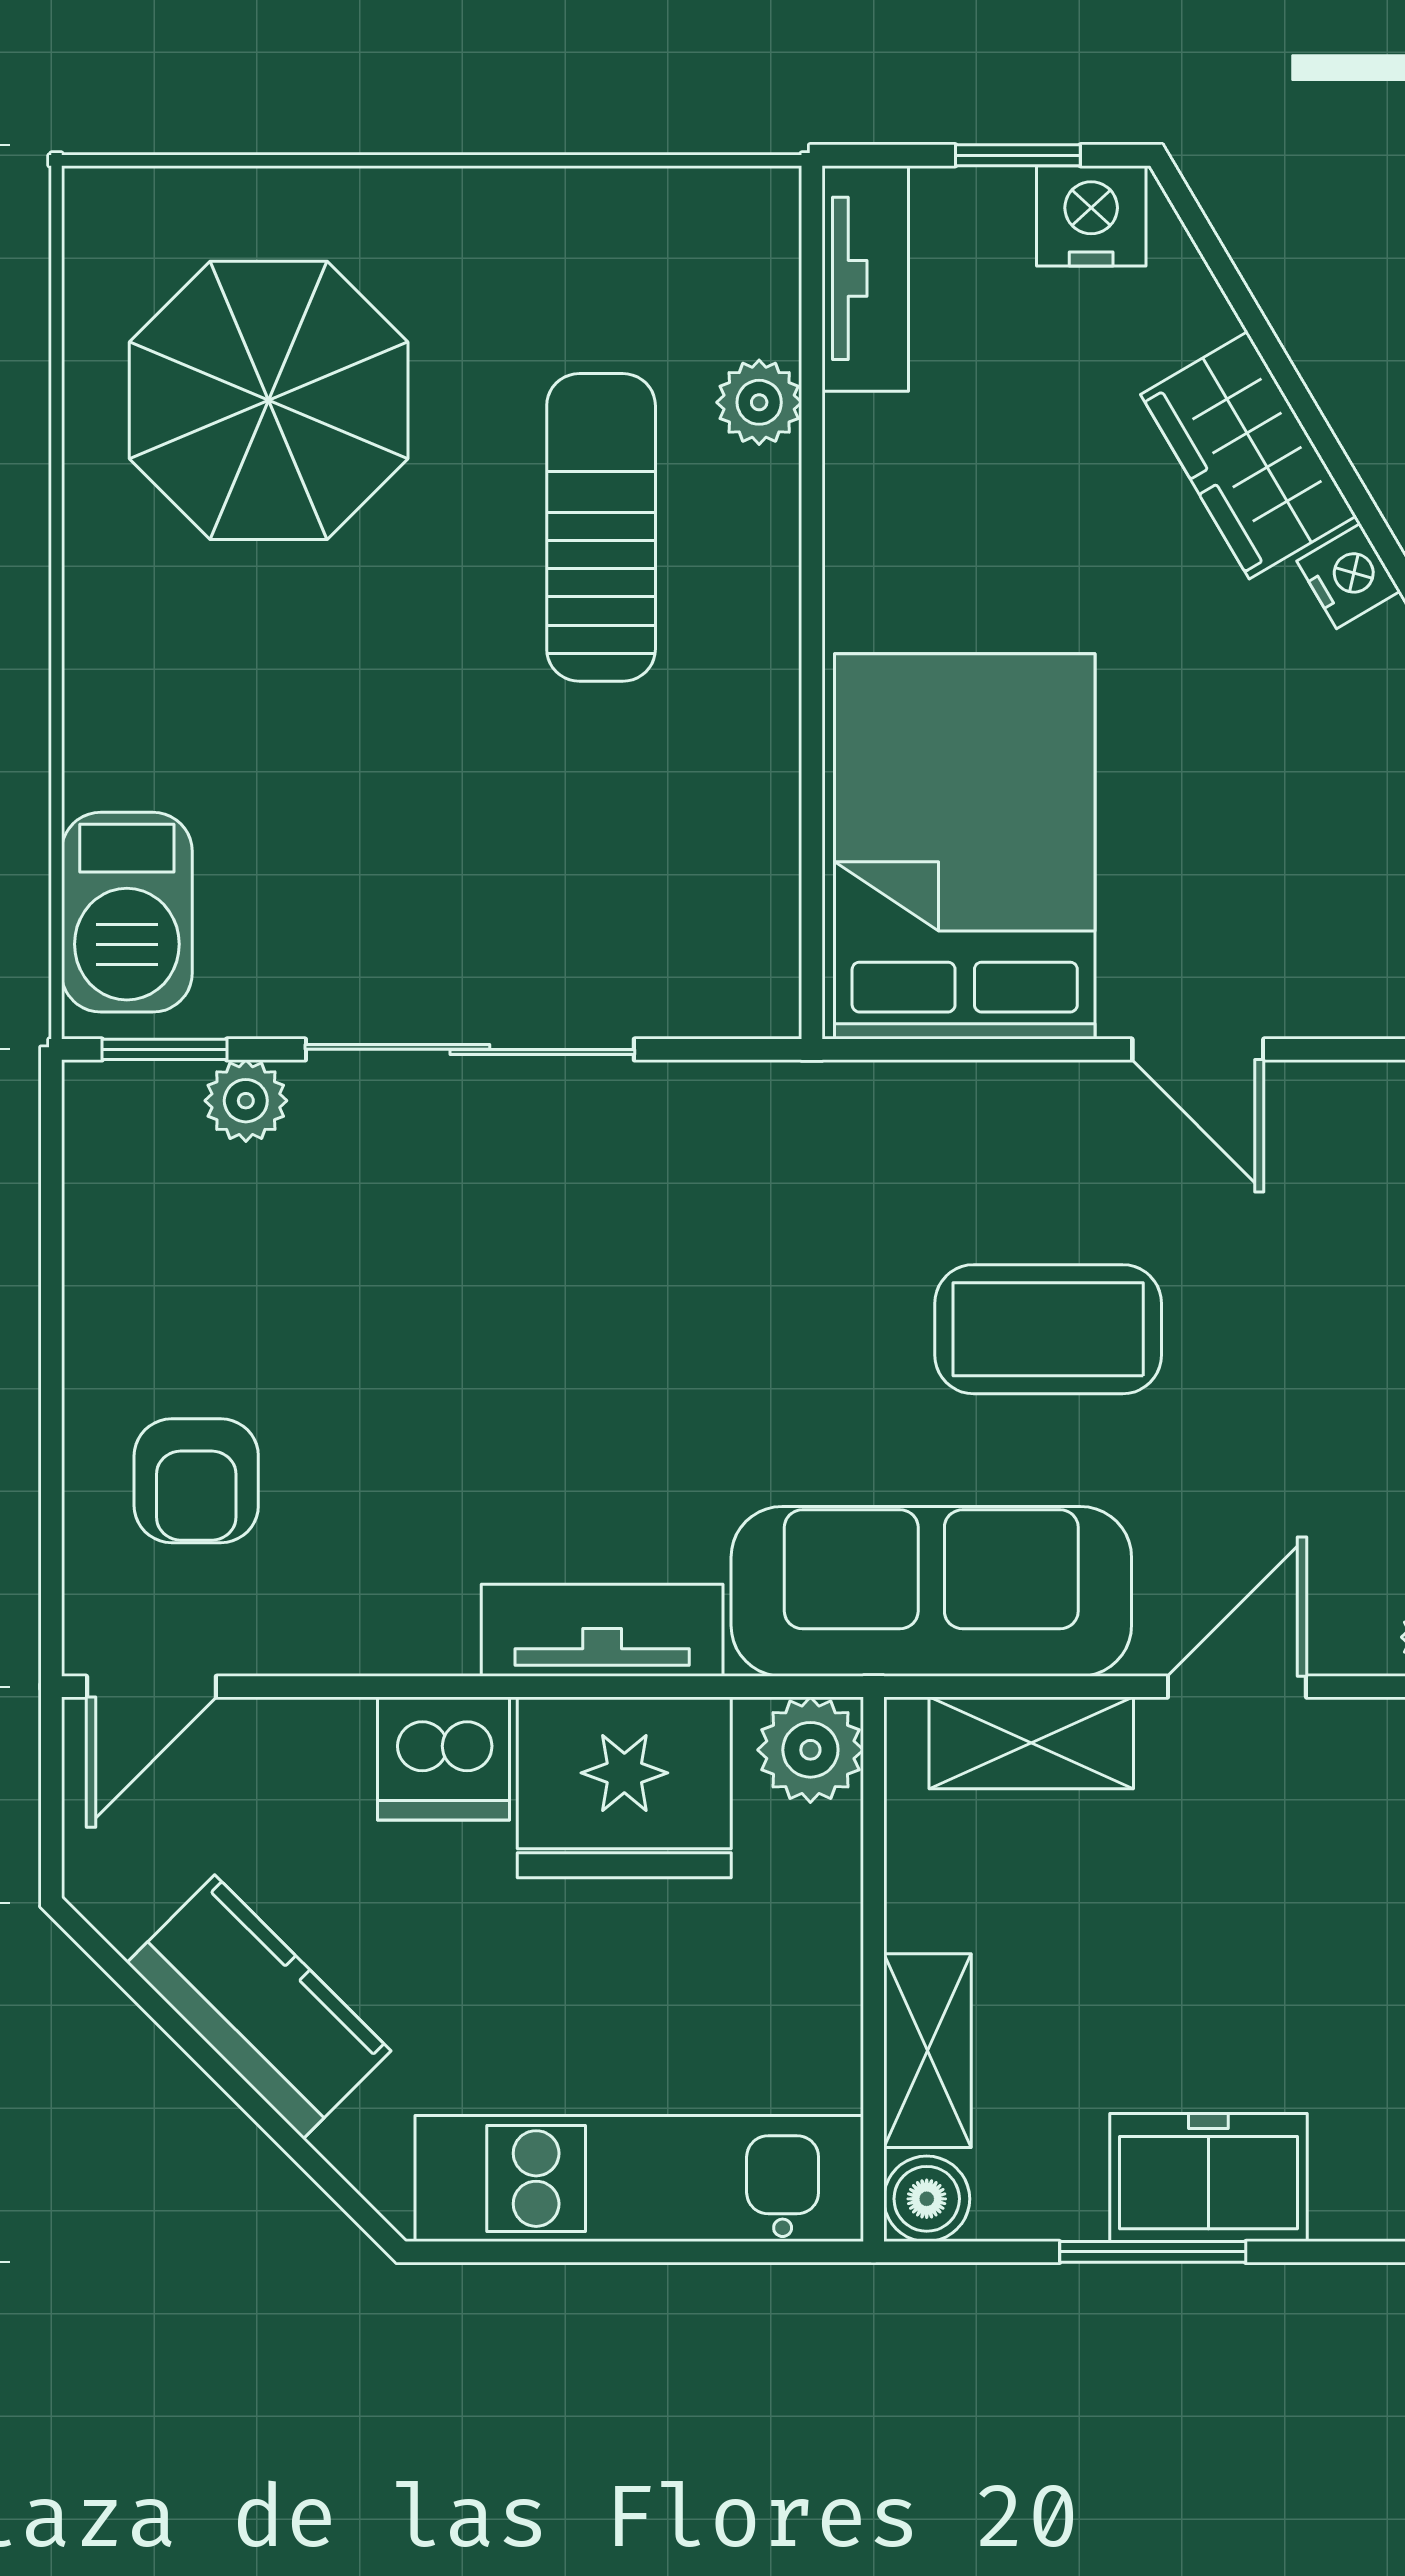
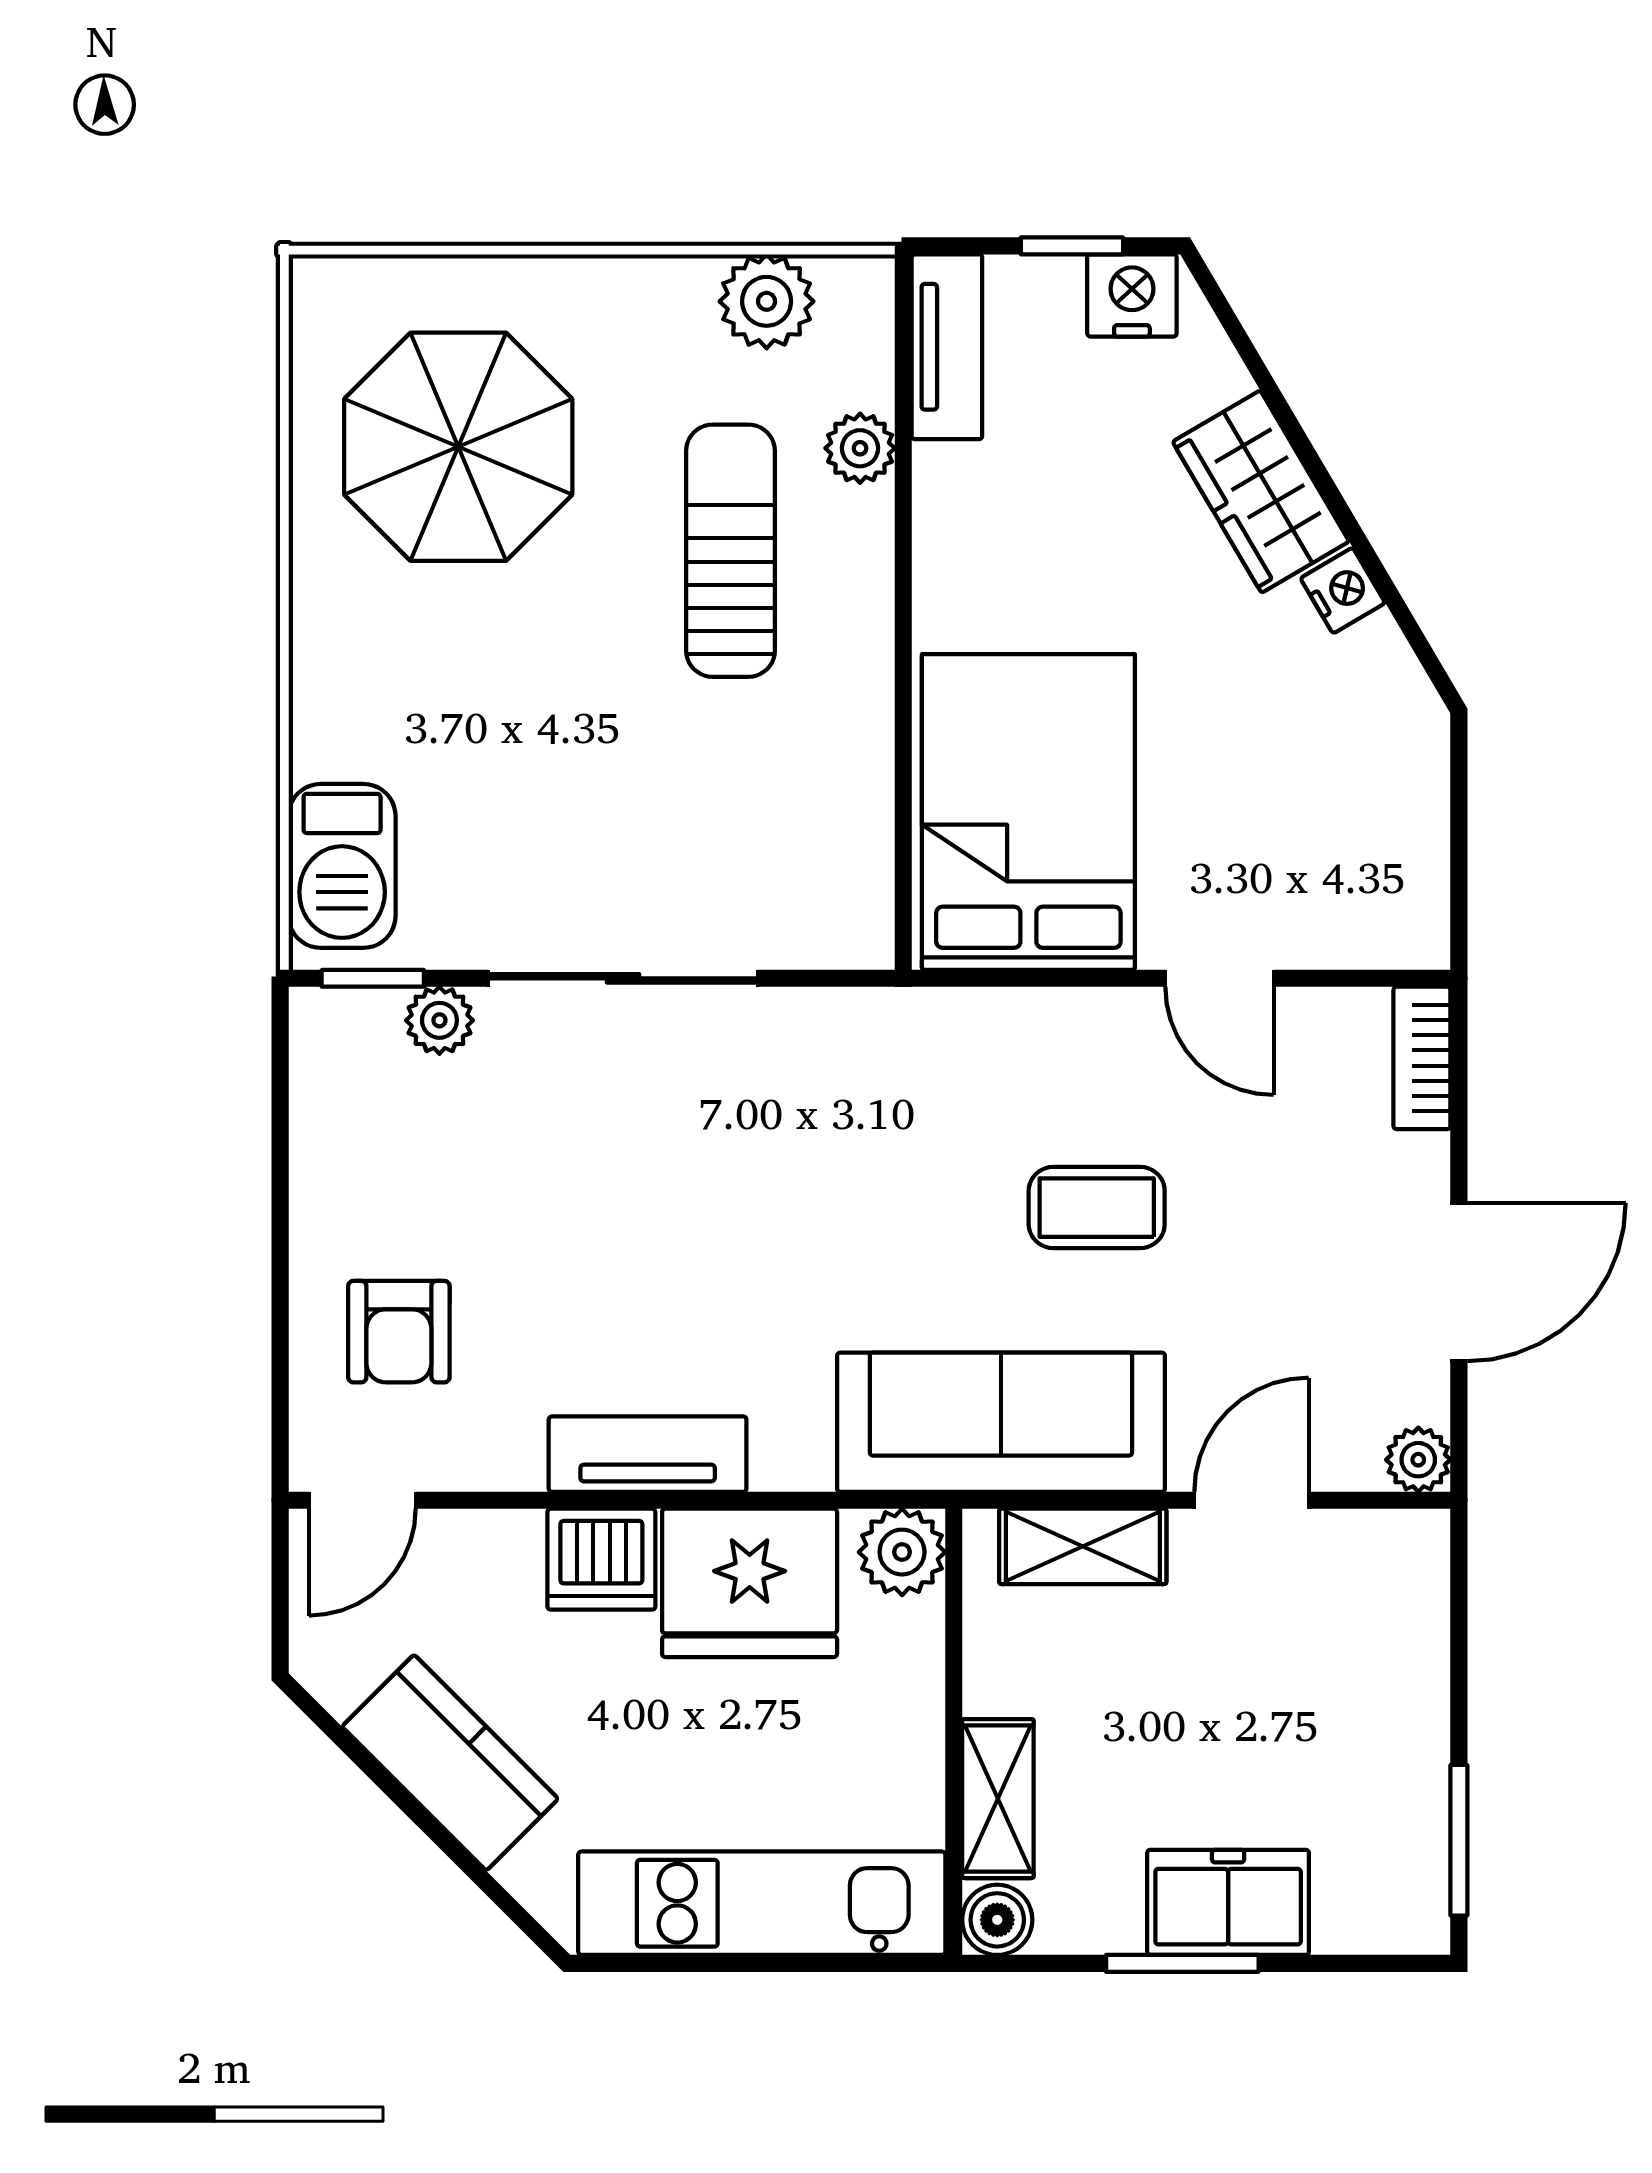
plant: (645, 223) -> (767, 301), added
coffee table: (1048, 1329) -> (1097, 1208), width x0.73, depth x0.77
tv unit: (602, 1630) -> (648, 1454), moved

